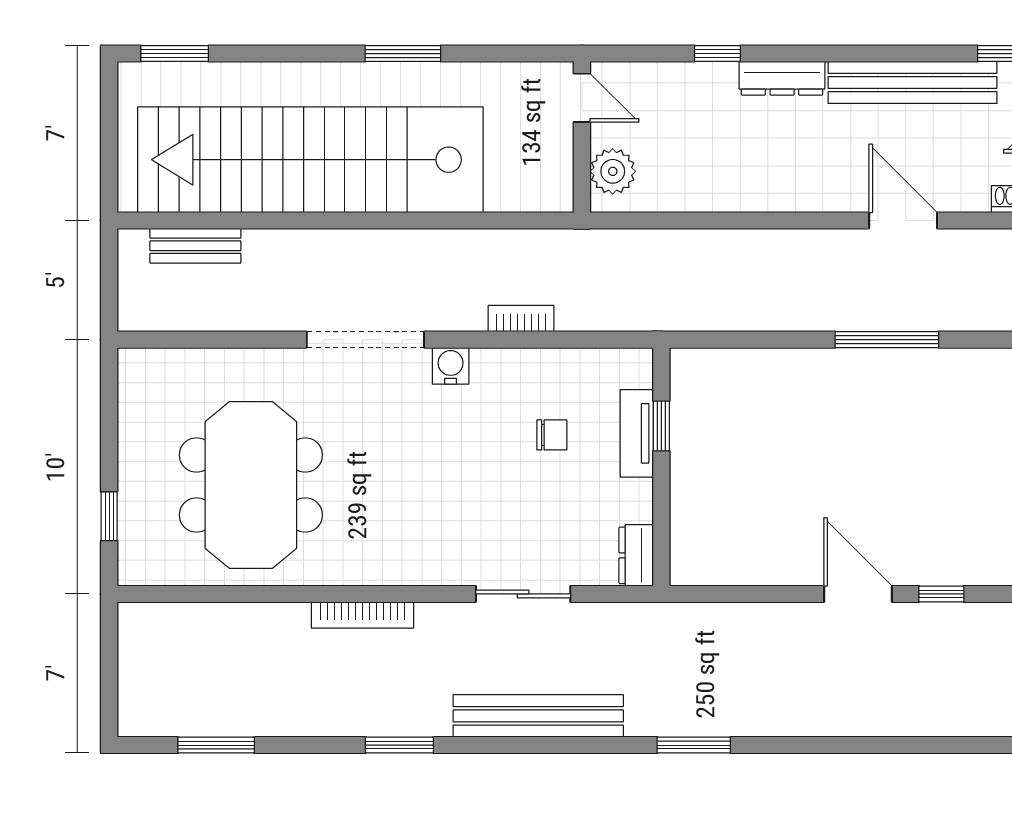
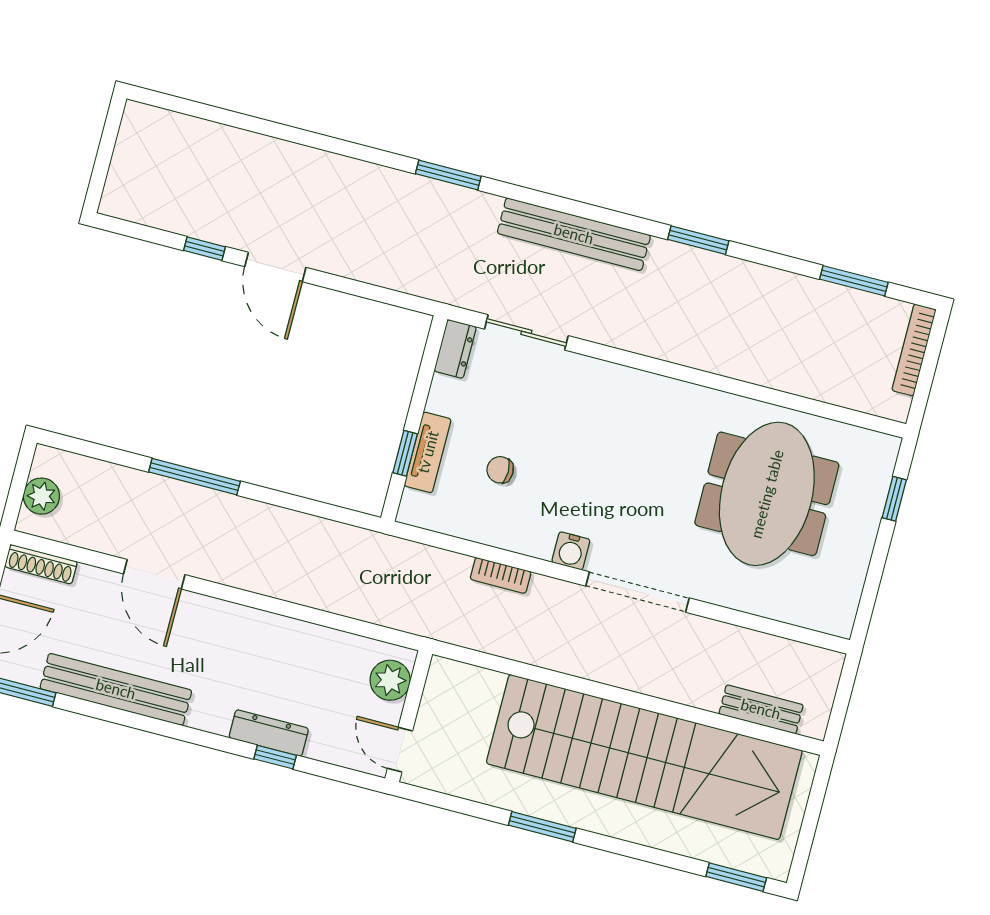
dresser: (782, 78) -> (269, 733), moved
sliding door: (523, 594) -> (526, 332), moved
bookcase: (362, 615) -> (914, 350), moved, turned -90

